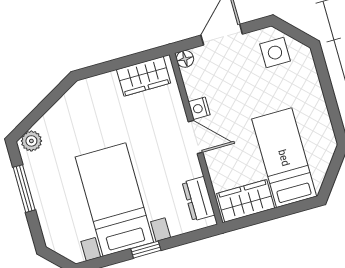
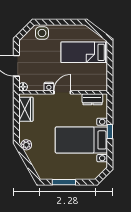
side table: (275, 53) -> (42, 33), moved
plant: (31, 141) -> (26, 145), moved
wardrobe: (246, 201) -> (100, 77), removed

